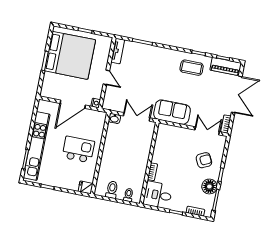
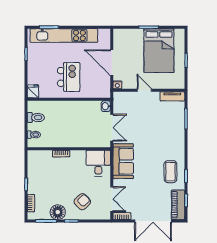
bed: (70, 55) -> (159, 51), width x0.73
door: (106, 77) -> (144, 90), swing flipped
armchair: (204, 160) -> (82, 202), turned -107
desk: (158, 195) -> (98, 163), moved

